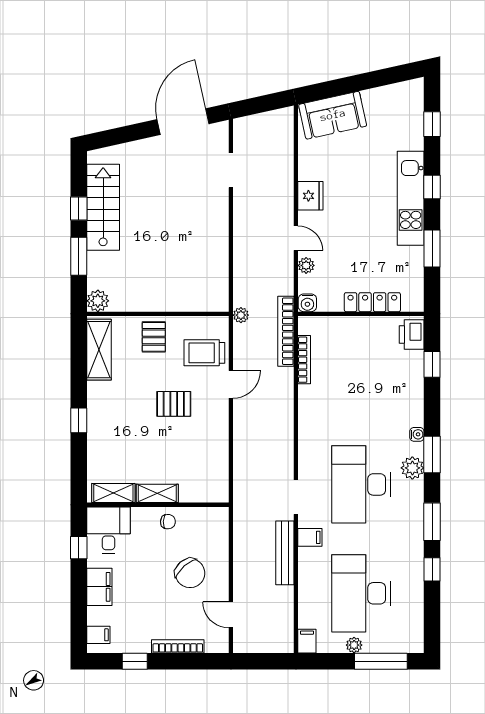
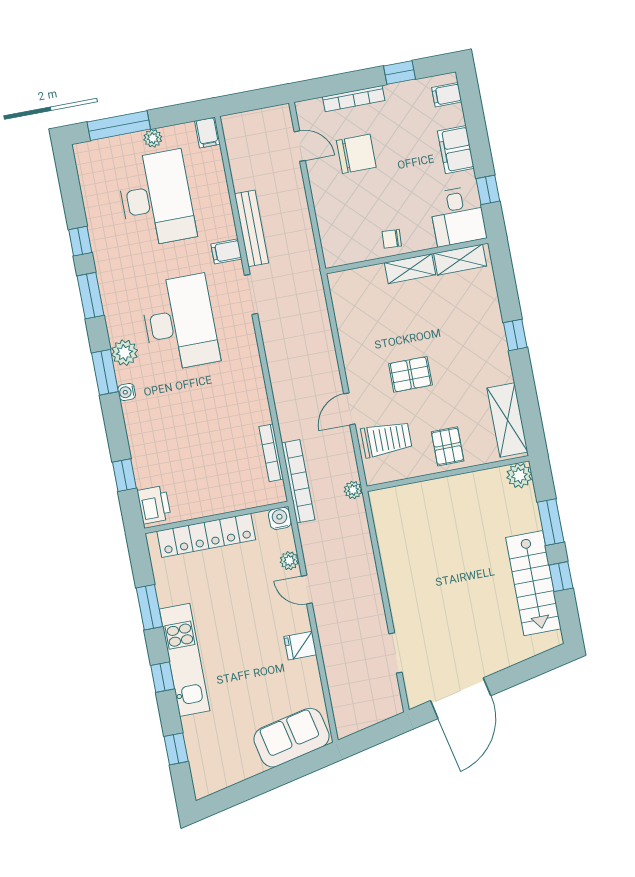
fridge: (310, 196) -> (300, 646), width x0.72
locker: (372, 302) -> (206, 535), width x1.41, depth x1.21
chair: (190, 573) -> (356, 154), moved, turned 131

